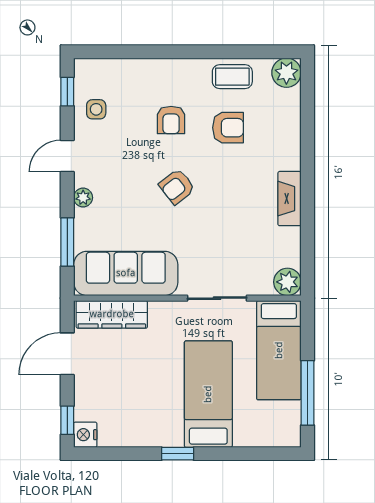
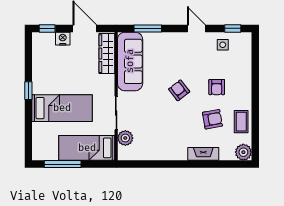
armchair: (171, 120) -> (217, 87), turned -90
armchair: (228, 128) -> (212, 119), turned -100
plant: (83, 198) -> (173, 37), removed
fireplace: (290, 199) -> (203, 154), moved
plant: (287, 282) -> (125, 138), moved
nightstand: (85, 435) -> (63, 39), moved

